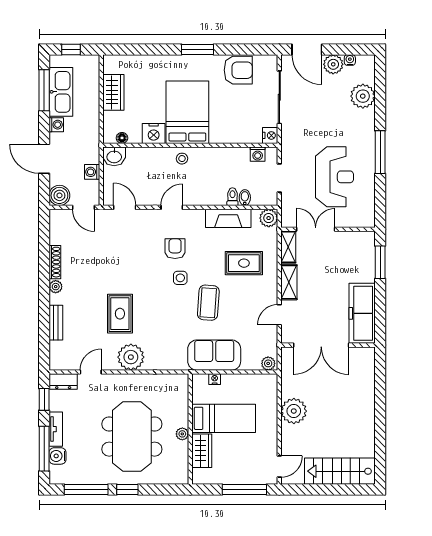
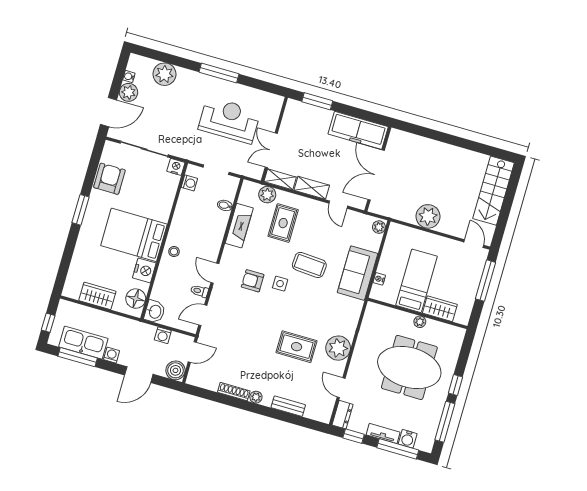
floor lamp: (122, 138) -> (136, 299), width x1.89, depth x1.89
toilet: (232, 197) -> (199, 291), moved
plant: (269, 218) -> (267, 195), moved
double door: (321, 345) -> (376, 175), swing flipped

